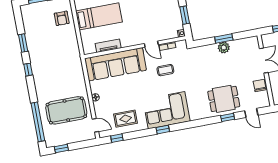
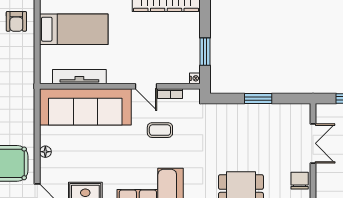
tv unit: (108, 46) -> (79, 77), width x1.41
plant: (224, 48) -> (256, 112), removed

